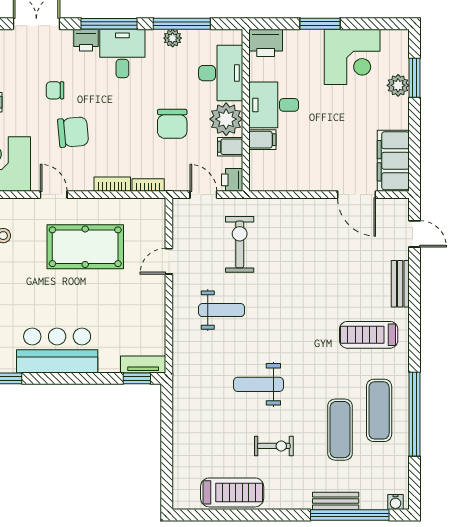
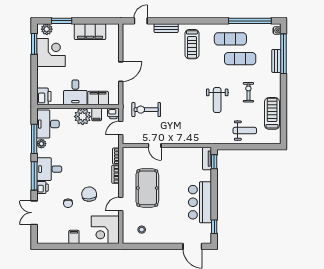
window: (320, 24) -> (34, 44), moved
desk: (221, 73) -> (48, 124), moved, turned -90
plant: (398, 85) -> (47, 29), moved
chair: (172, 124) -> (85, 144), removed
filing cabinet: (262, 140) -> (98, 98), width x2.00
filing cabinet: (393, 161) -> (90, 32), moved
door: (357, 195) -> (121, 72), moved
weight bench: (222, 310) -> (245, 131), moved, turned 90
window: (414, 414) -> (250, 21), moved

